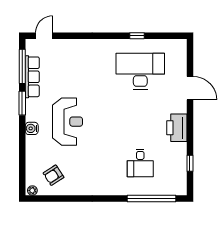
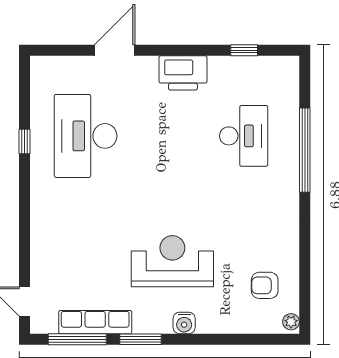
desk: (140, 163) -> (244, 136), width x1.37
armchair: (54, 175) -> (265, 285), turned 123
window: (151, 198) -> (305, 150), moved

